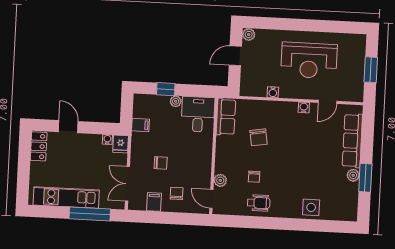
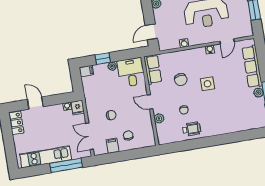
door: (235, 56) -> (151, 32), moved
filing cabinet: (140, 125) -> (86, 71), moved
door: (211, 199) -> (150, 102), moved
side table: (311, 207) -> (207, 84), moved

